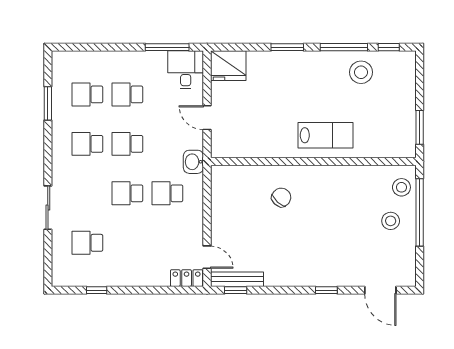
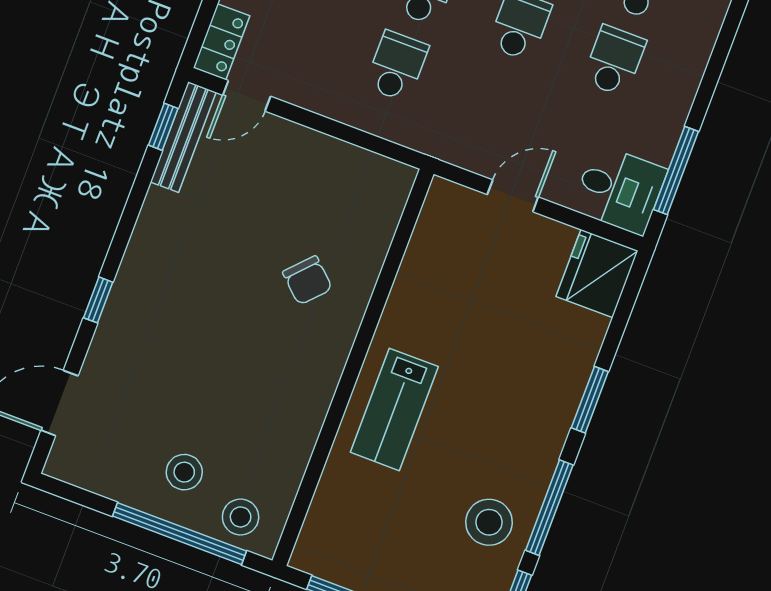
washbasin: (193, 162) -> (438, 138), removed

